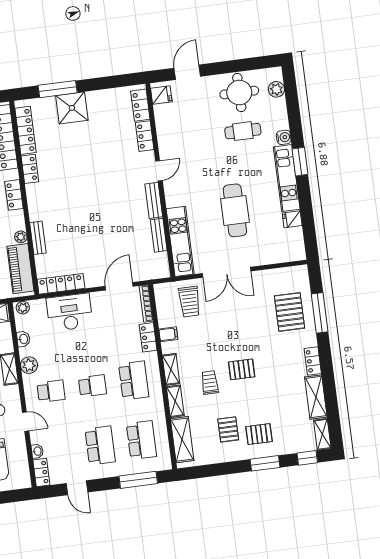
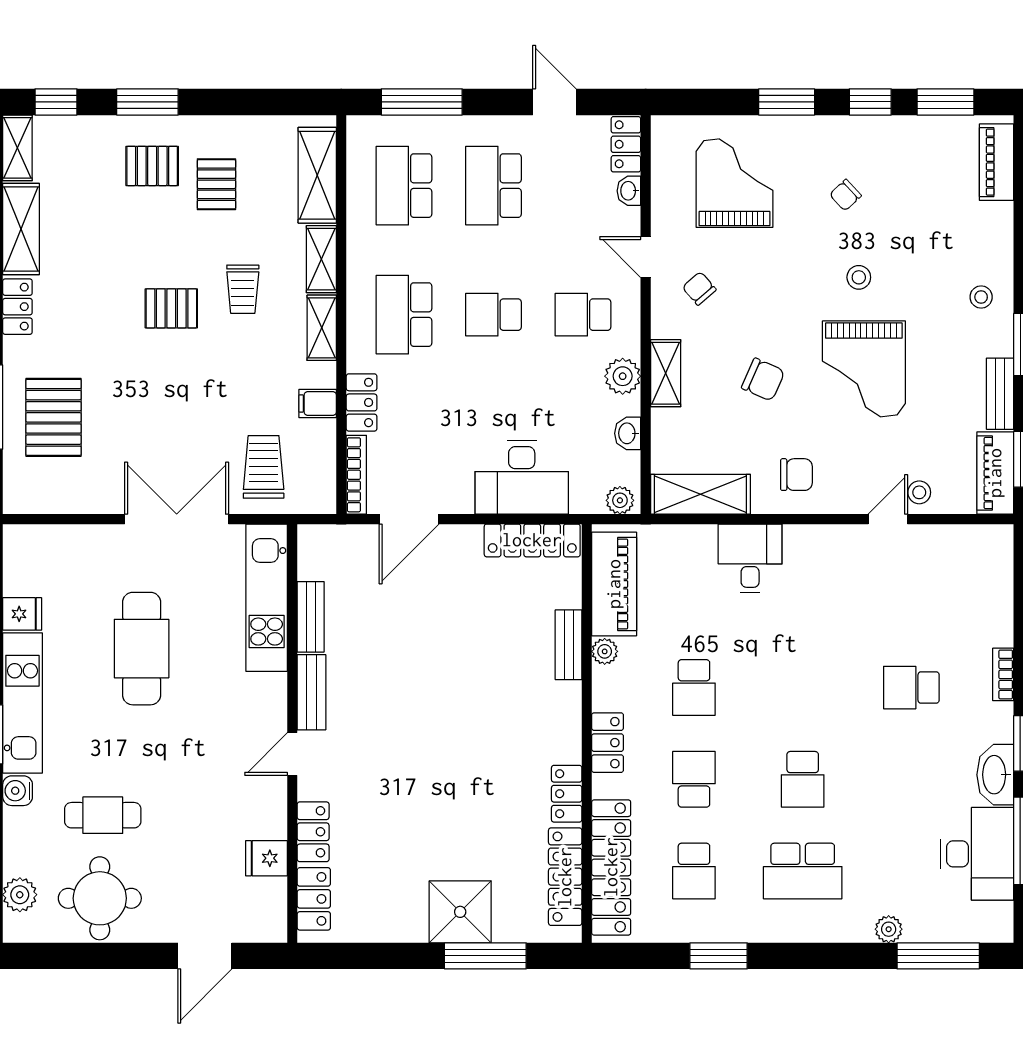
fridge: (161, 95) -> (266, 858), moved

